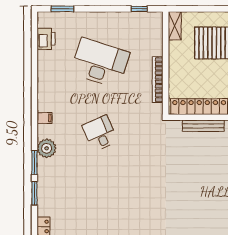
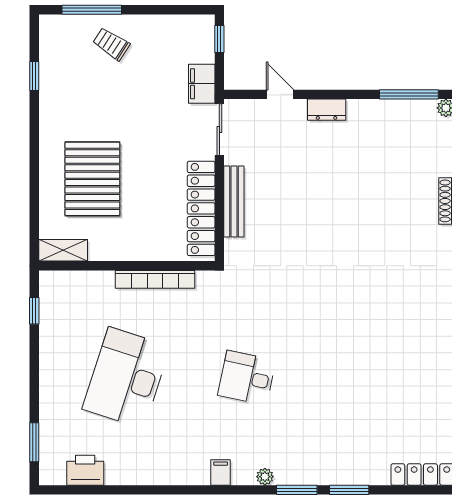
desk: (100, 133) -> (247, 378), turned 36
plant: (47, 148) -> (265, 477), width x0.53, depth x0.53

